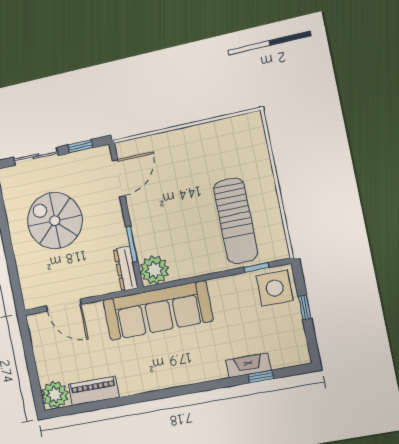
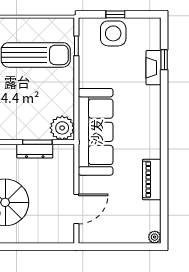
dresser: (126, 269) -> (35, 151), moved
side table: (275, 288) -> (113, 33), moved
piano: (94, 391) -> (152, 179), moved
plant: (55, 395) -> (155, 237), width x0.53, depth x0.53

